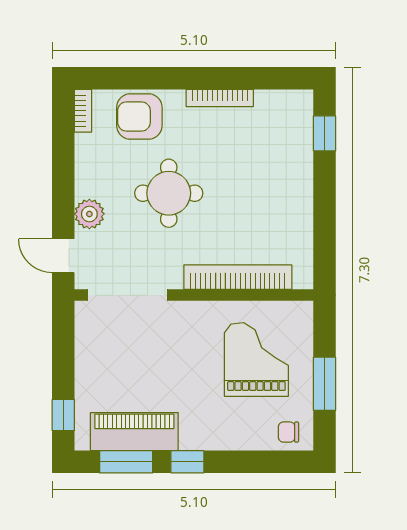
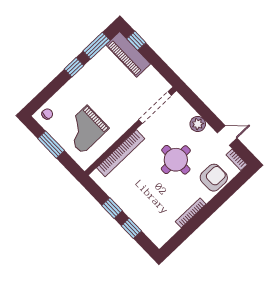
window: (325, 133) -> (131, 228), moved
window: (325, 211) -> (112, 208), added
door: (63, 256) -> (227, 135), moved
grand piano: (256, 359) -> (85, 129), turned 90
piano: (134, 432) -> (128, 54), moved, turned 90

